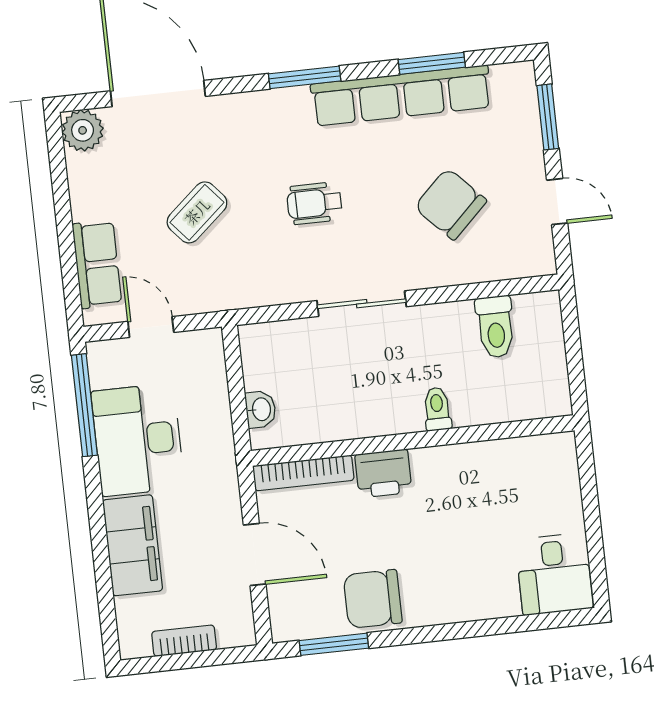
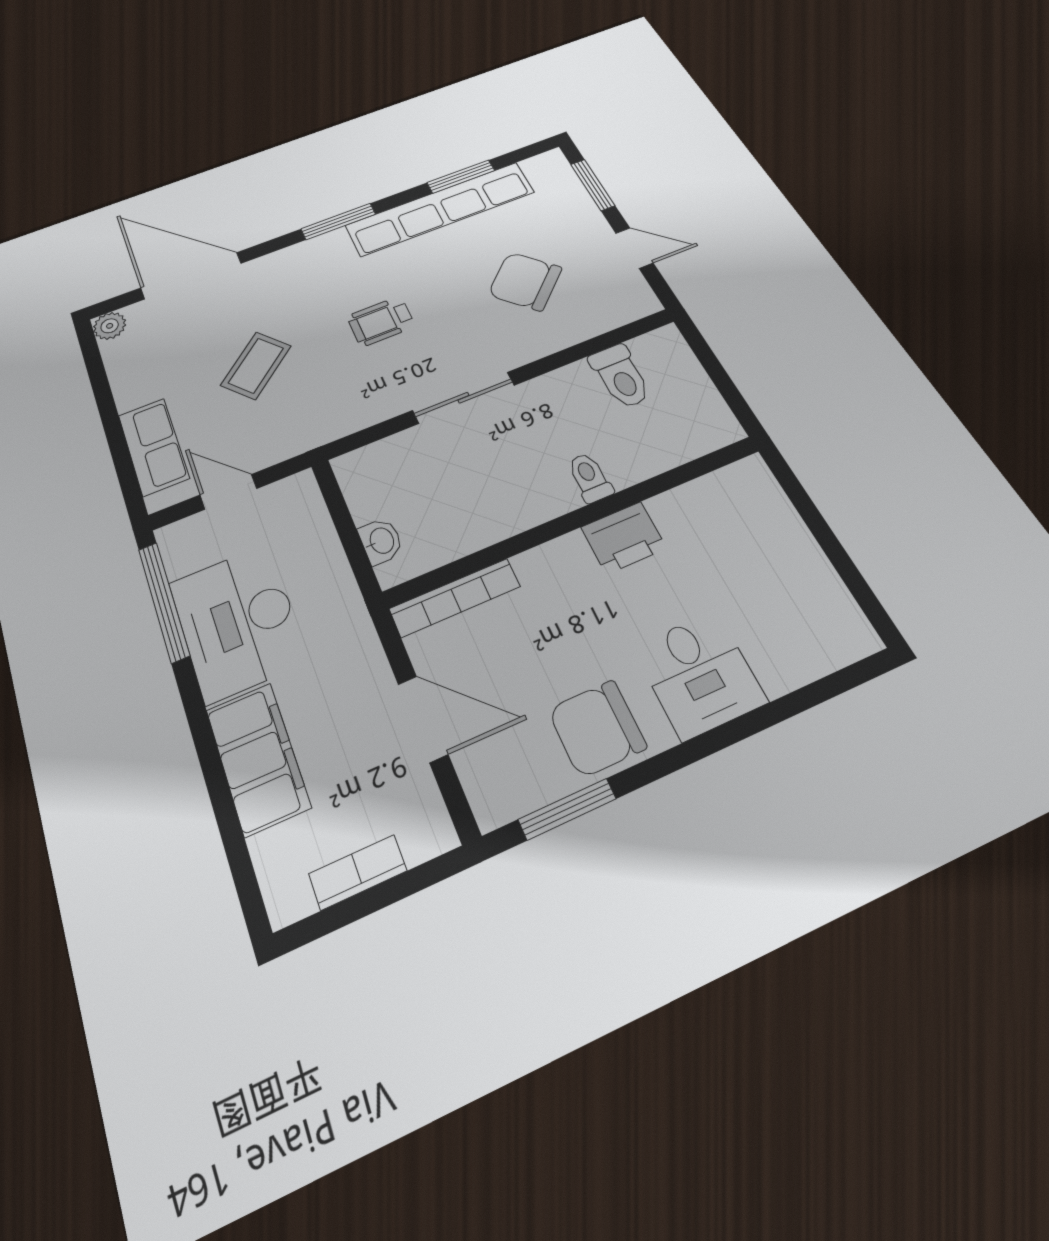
plant: (83, 130) -> (110, 326), width x0.73, depth x0.73
printer: (383, 473) -> (624, 538), moved
desk: (554, 574) -> (699, 674), moved

